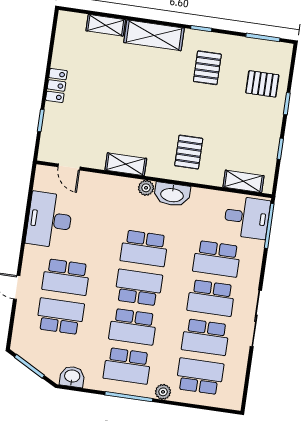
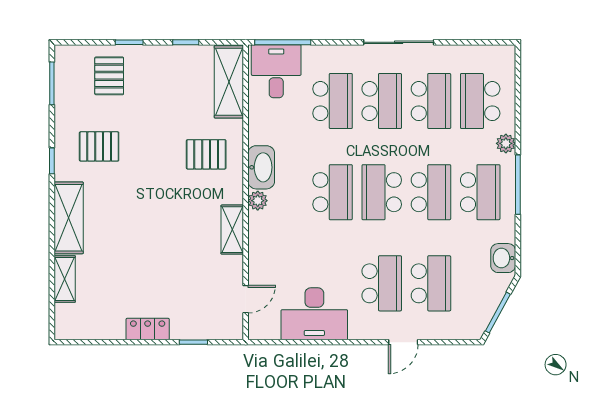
shelving: (243, 181) -> (229, 82), width x1.50, depth x1.33
school desk: (60, 316) -> (431, 283), turned 180

